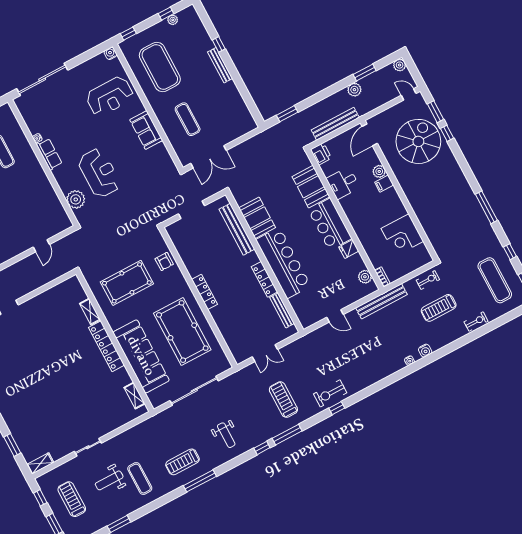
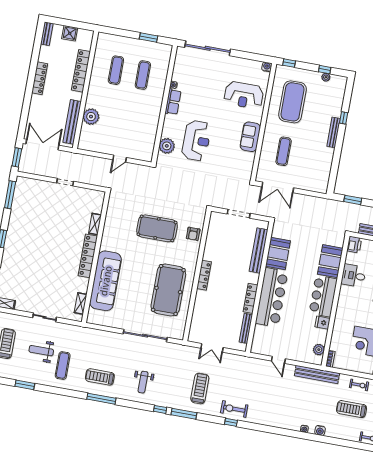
shelving: (90, 312) -> (95, 224), moved
wall: (115, 342) -> (96, 257), moved
locker: (107, 346) -> (88, 256), moved
sofa: (141, 356) -> (106, 281), moved
shelving: (135, 396) -> (81, 303), moved

